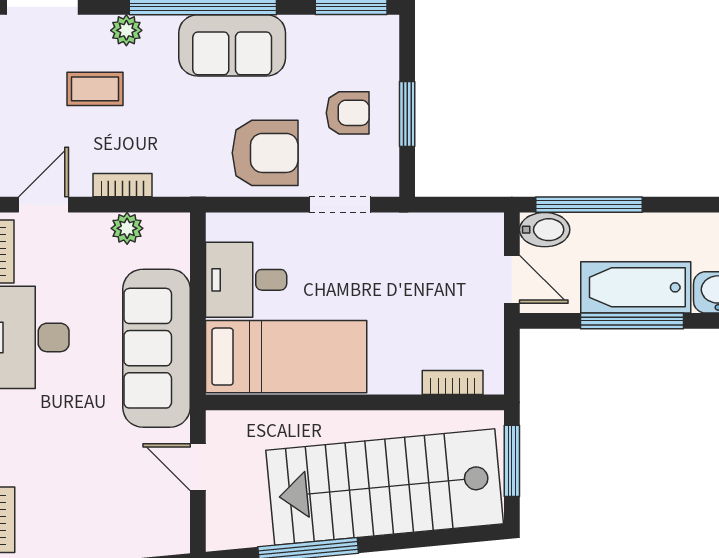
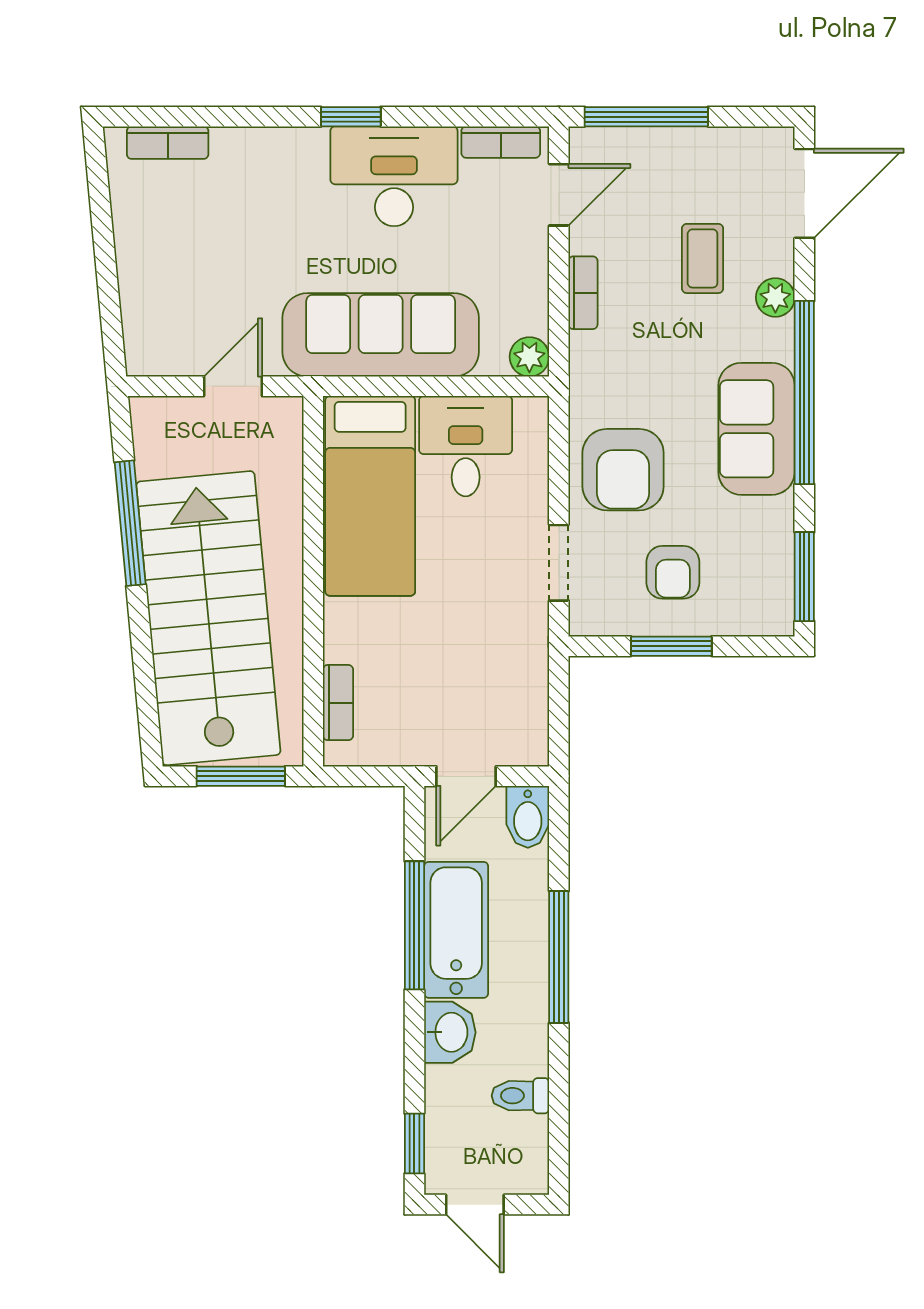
door: (44, 205) -> (559, 195), hinge flipped
window: (589, 205) -> (559, 957), moved
plant: (127, 228) -> (529, 357), moved

